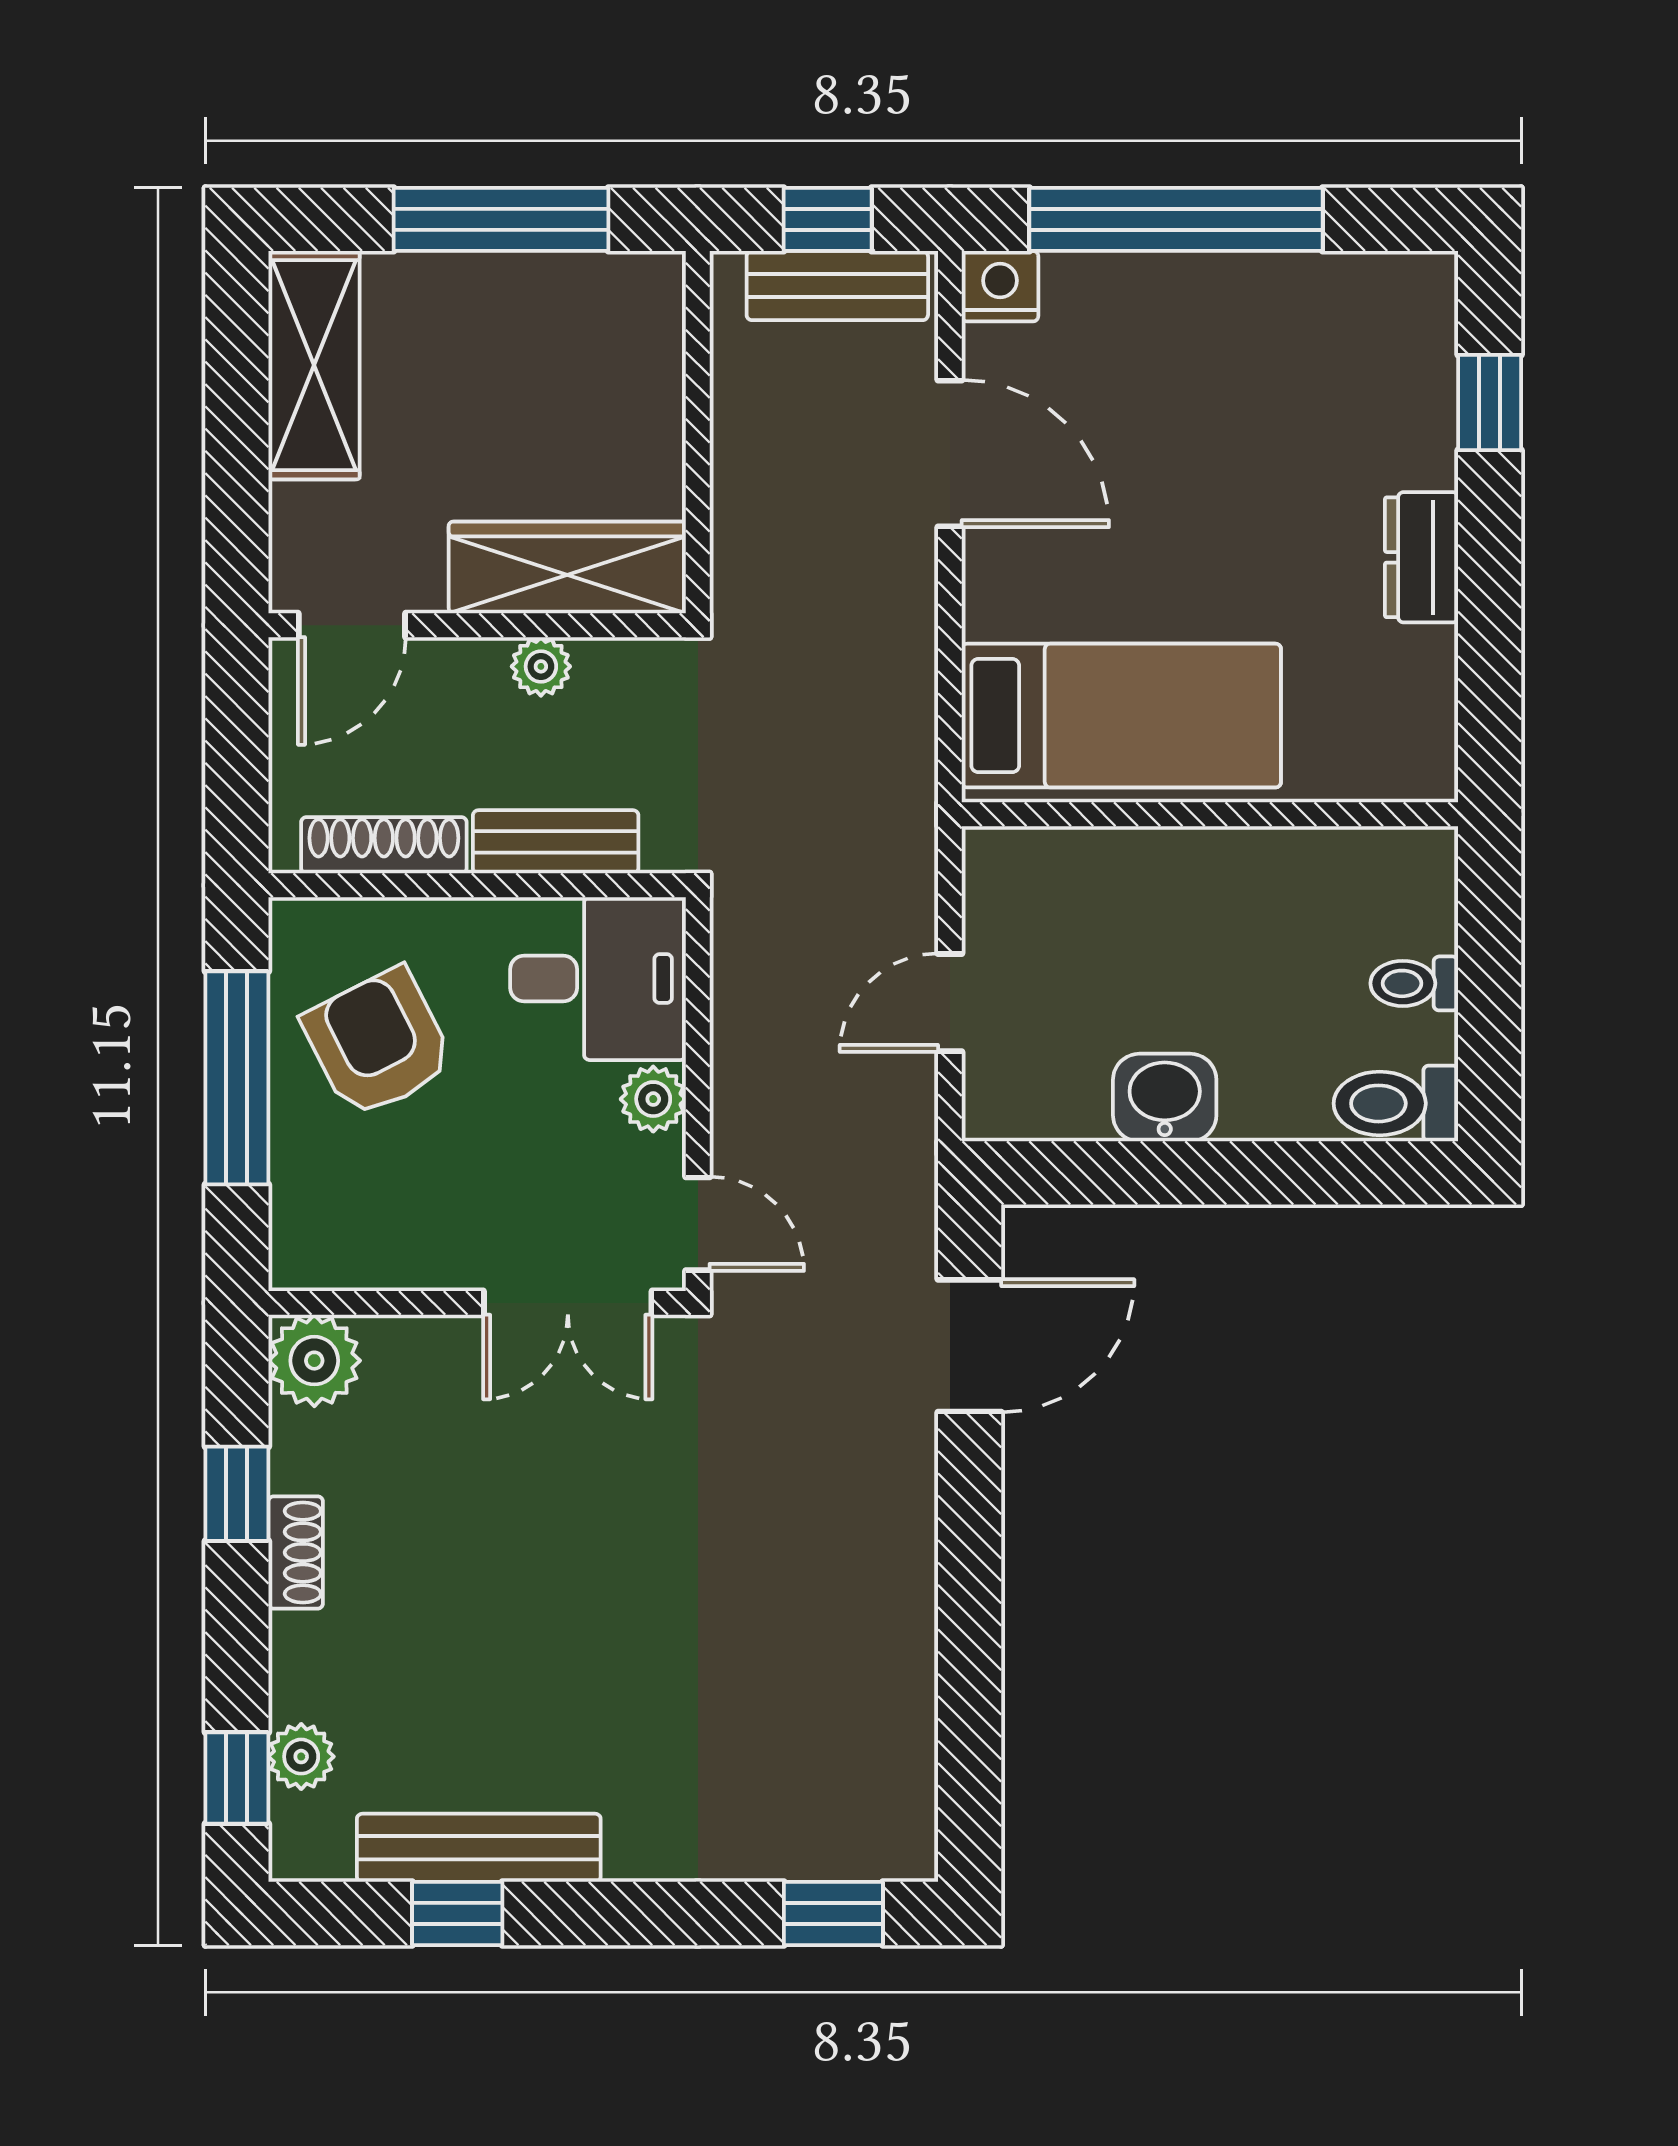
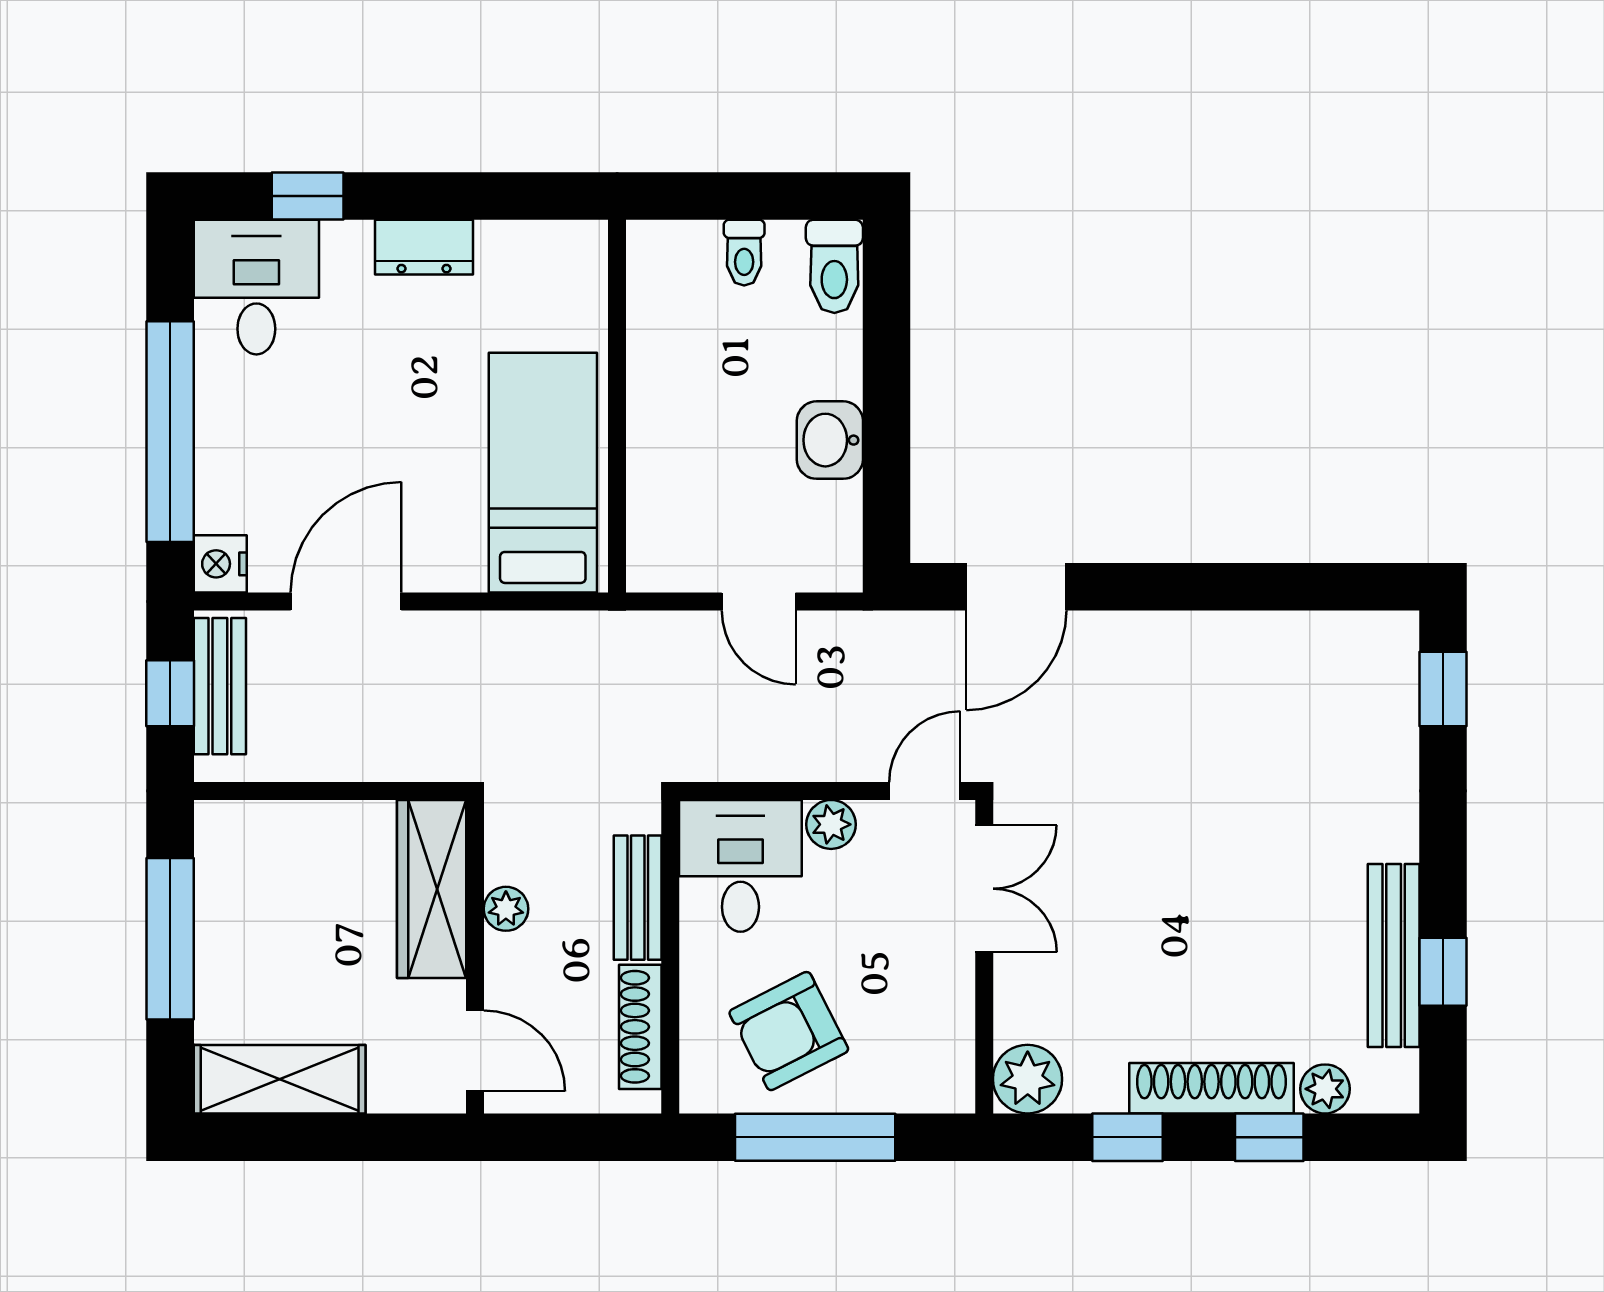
desk: (1368, 334) -> (256, 287), added
door: (970, 1346) -> (1016, 587), swing flipped
shoe rack: (296, 1552) -> (1212, 1088), width x1.94, depth x1.24
window: (237, 1778) -> (1269, 1137), moved

